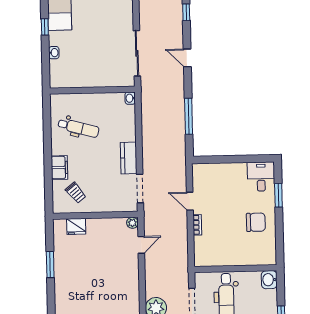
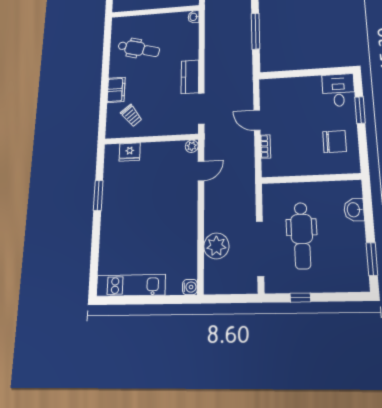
wall: (235, 269) -> (311, 179), moved

